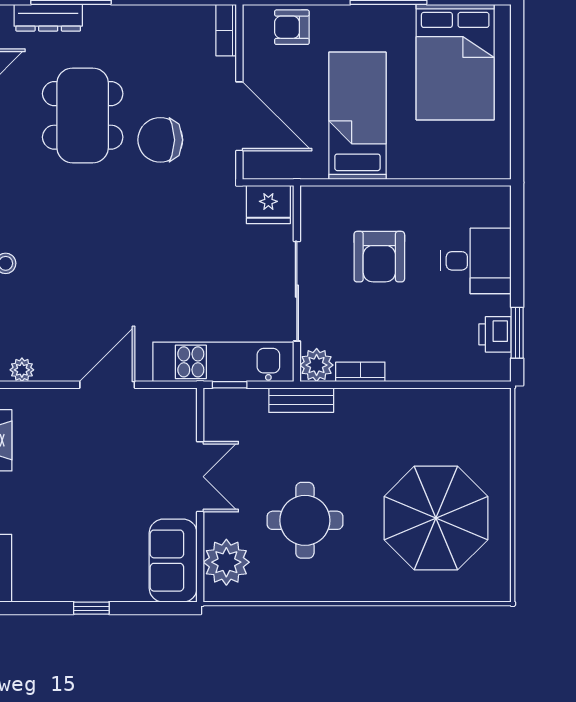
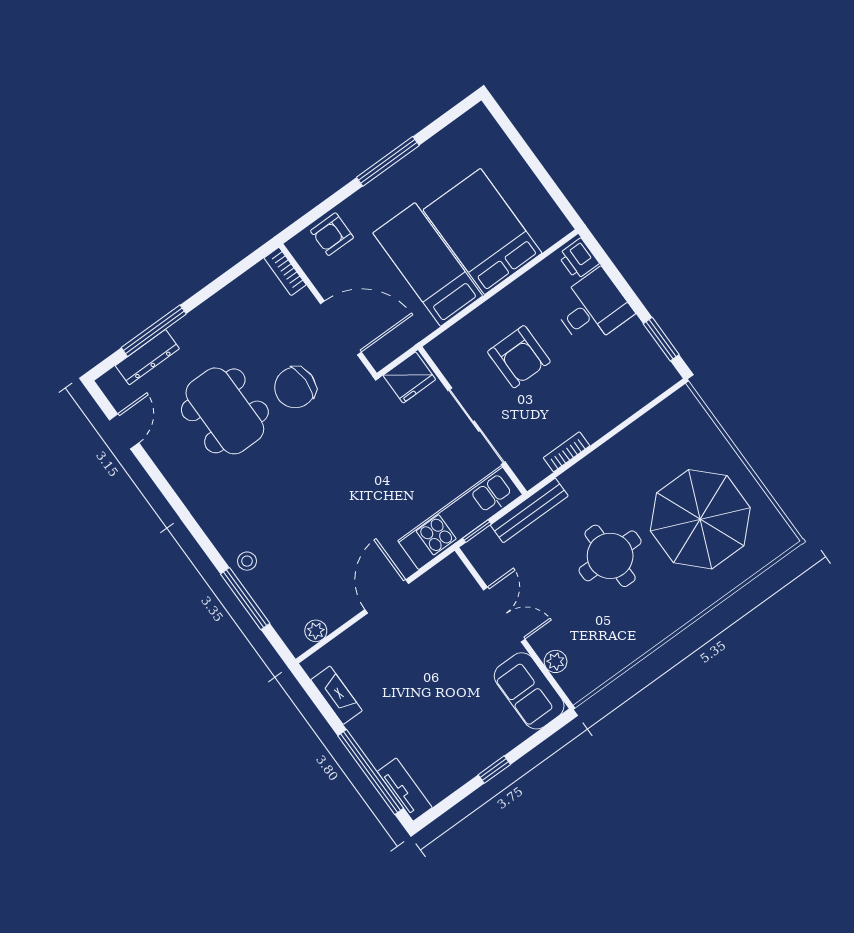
bed: (455, 62) -> (482, 231), moved, turned 180
printer: (495, 334) -> (578, 259), moved
plant: (317, 365) -> (531, 470), removed
bench: (301, 400) -> (529, 510), width x1.36
round table: (305, 520) -> (610, 556), moved
plant: (226, 562) -> (556, 661), width x0.53, depth x0.53

